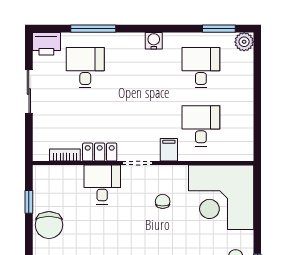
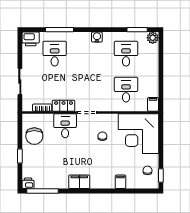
sliding door: (29, 91) -> (20, 82), moved
filing cabinet: (169, 150) -> (153, 104), moved
window: (29, 202) -> (20, 156), moved
chair: (49, 225) -> (34, 136), moved

